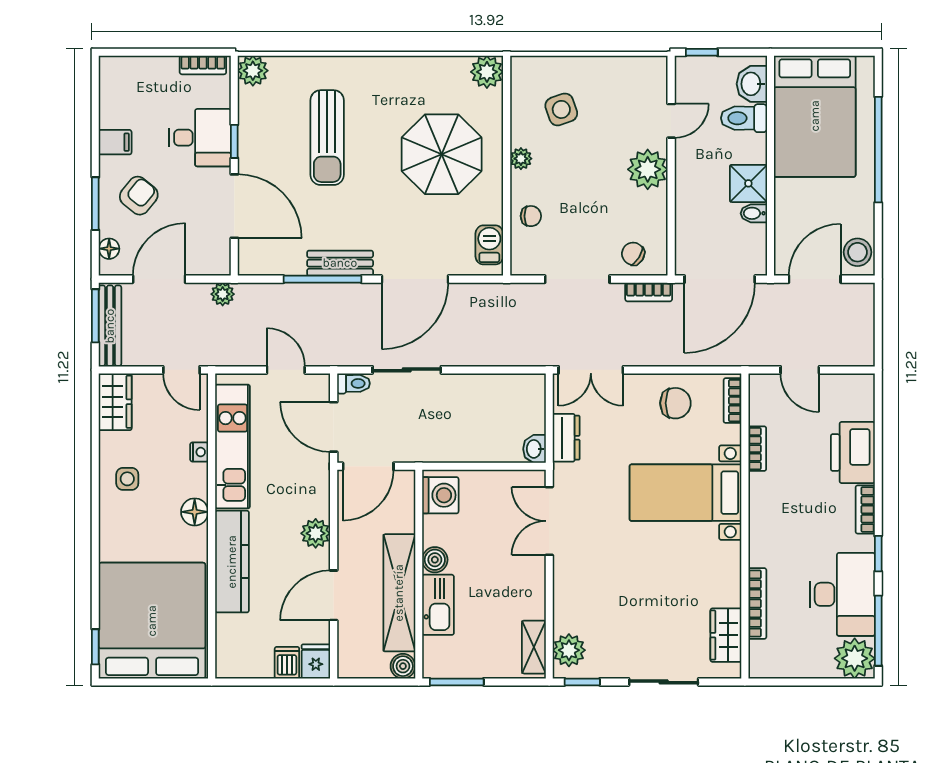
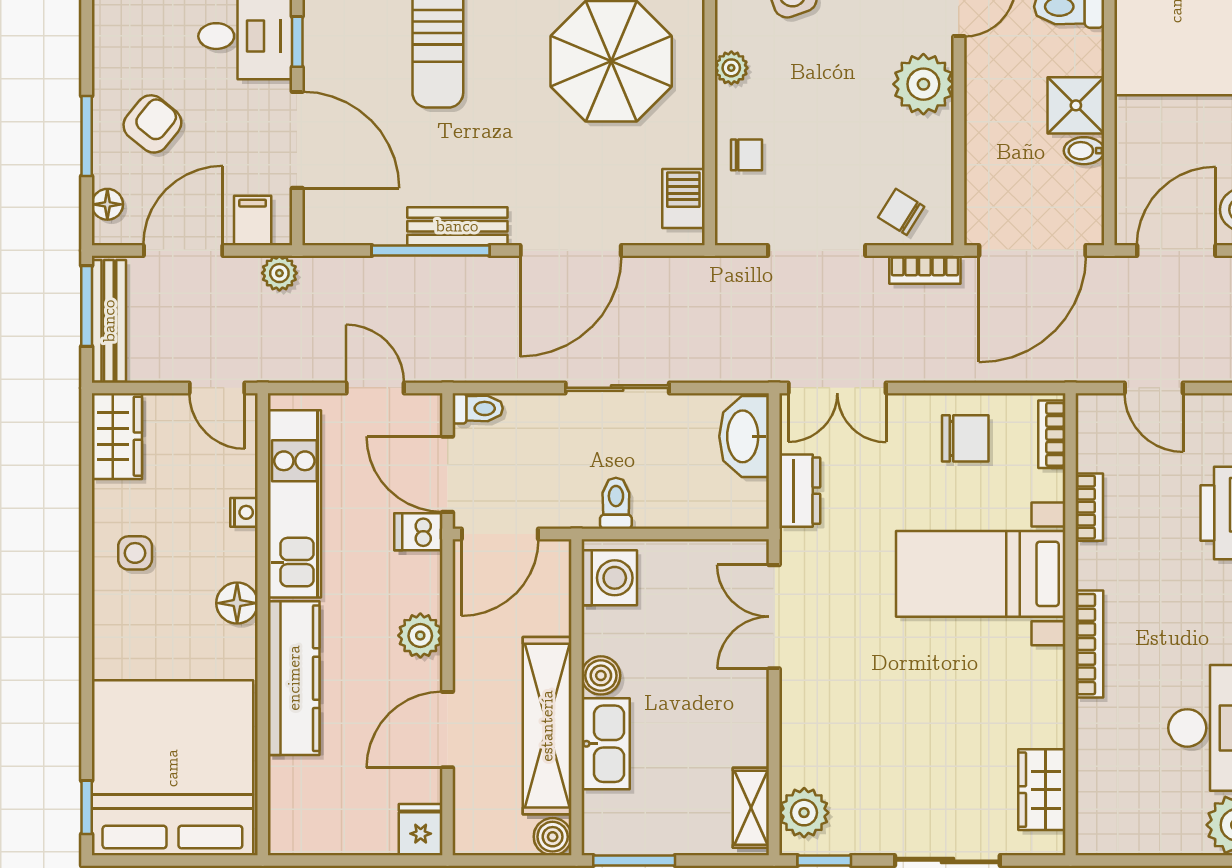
filing cabinet: (115, 142) -> (253, 220), moved, turned -90
sliding door: (407, 370) -> (617, 388), moved
toilet: (445, 446) -> (616, 503), added
washbasin: (534, 449) -> (744, 436), moved, width x1.91, depth x1.45
bookcase: (757, 603) -> (1089, 644), moved
dishwasher: (287, 663) -> (418, 532), moved, turned -90

